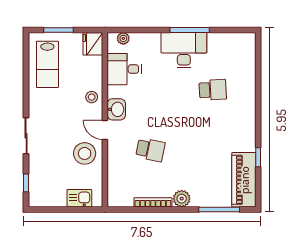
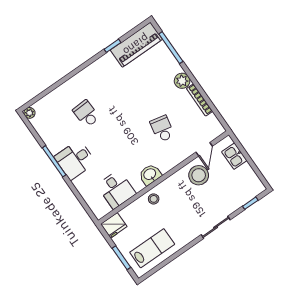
plant: (123, 38) -> (30, 113), moved
desk: (184, 50) -> (75, 160), width x0.73
door: (105, 130) -> (204, 149), moved

